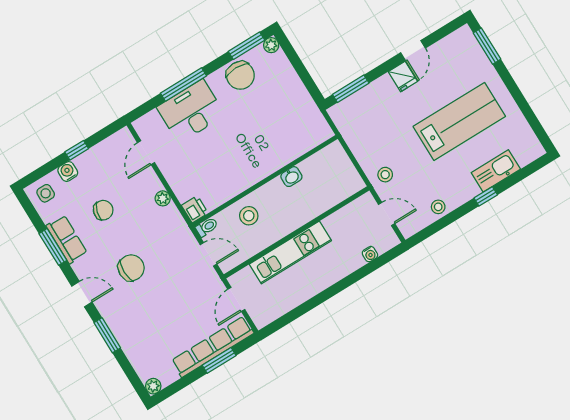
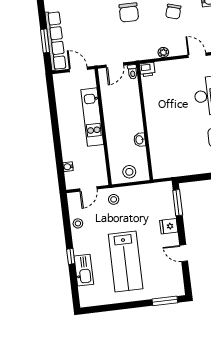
fridge: (403, 76) -> (169, 226), moved
stool: (249, 216) -> (129, 172), moved

